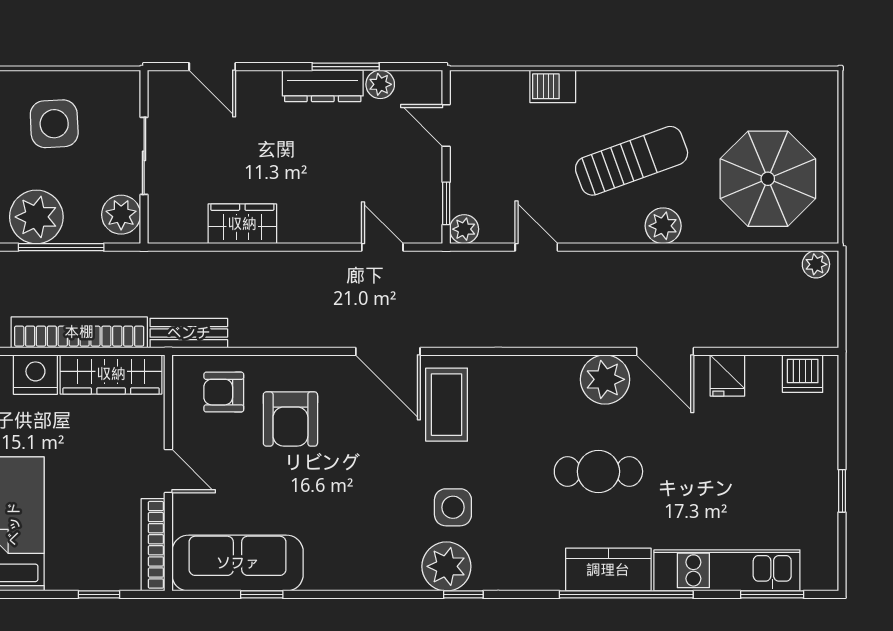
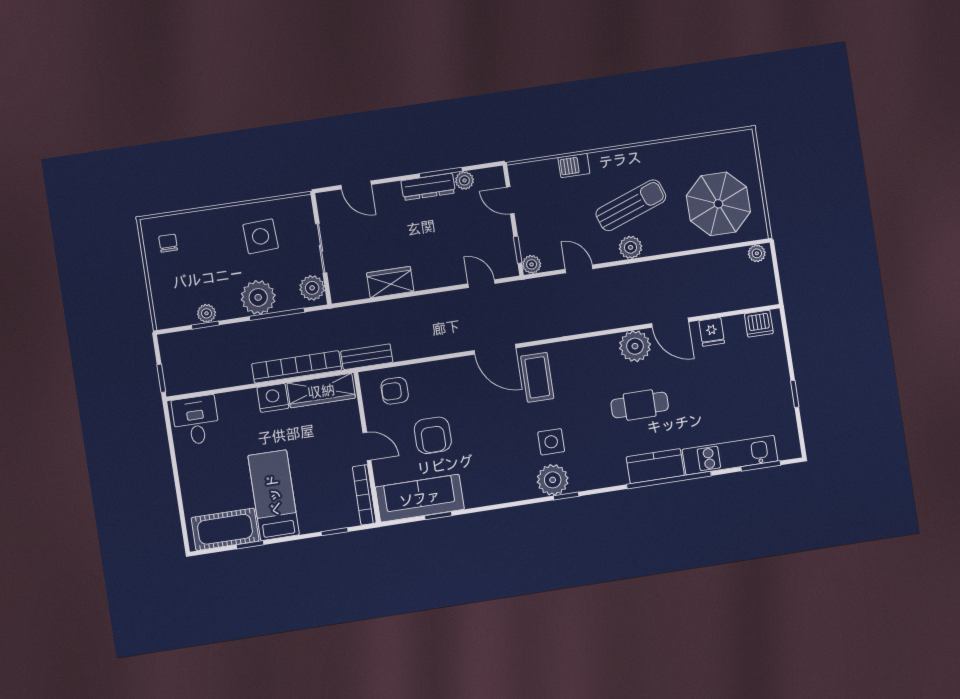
plant: (663, 226) -> (631, 247), moved
armchair: (290, 419) -> (433, 435), moved

